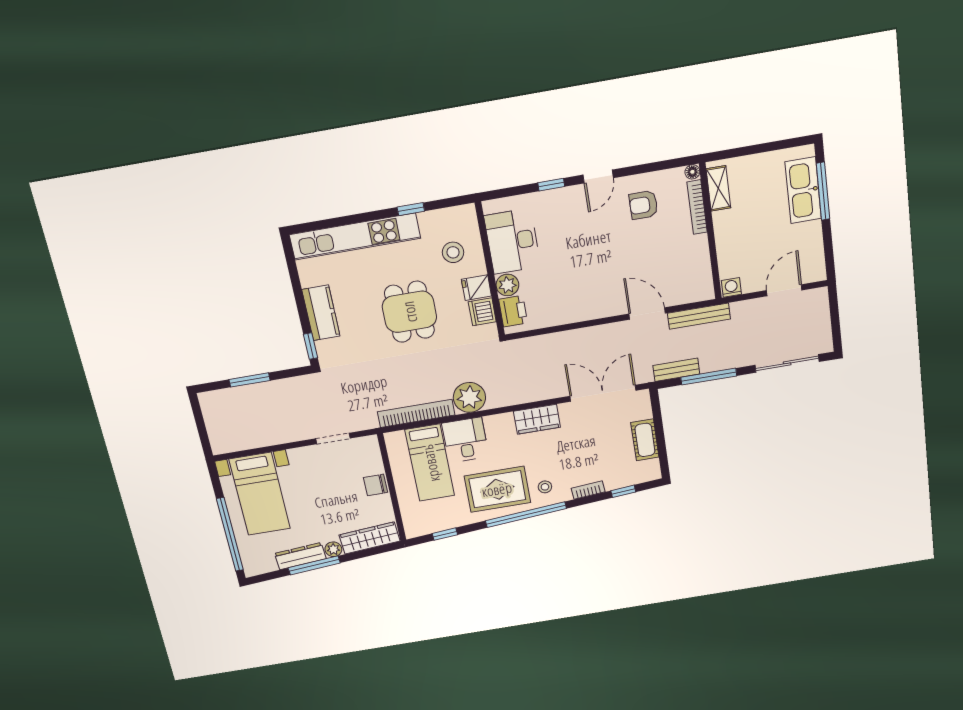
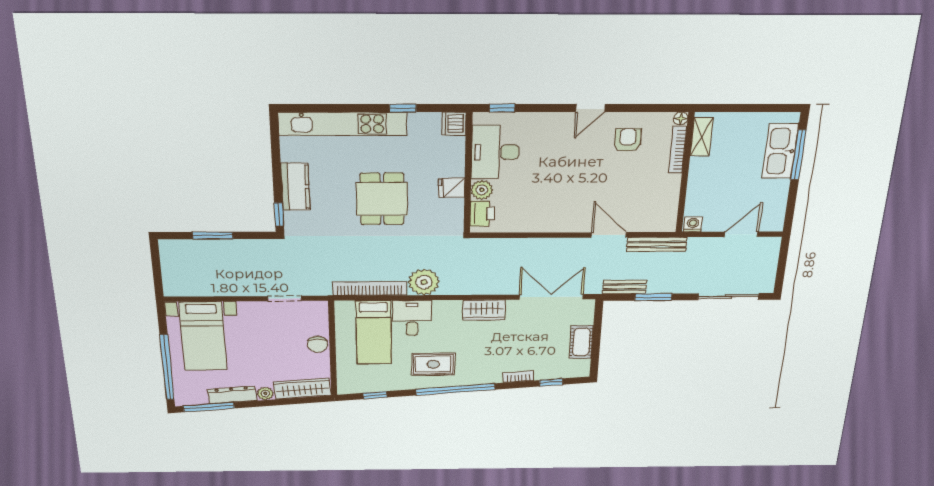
window: (551, 185) -> (502, 108), moved
armchair: (644, 205) -> (628, 140), turned 90
stool: (453, 252) -> (436, 153), removed
dishwasher: (482, 312) -> (454, 124), moved
window: (709, 377) -> (653, 297), width x0.69
chair: (375, 485) -> (317, 344), turned -90
stool: (545, 487) -> (479, 368), removed
rug: (497, 489) -> (433, 364), width x0.73, depth x0.70
window: (314, 565) -> (209, 407), moved

